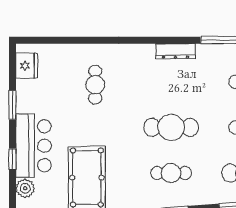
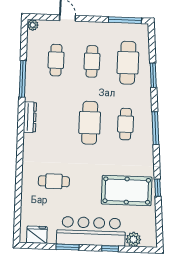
bar counter: (33, 146) -> (91, 231), width x1.36

